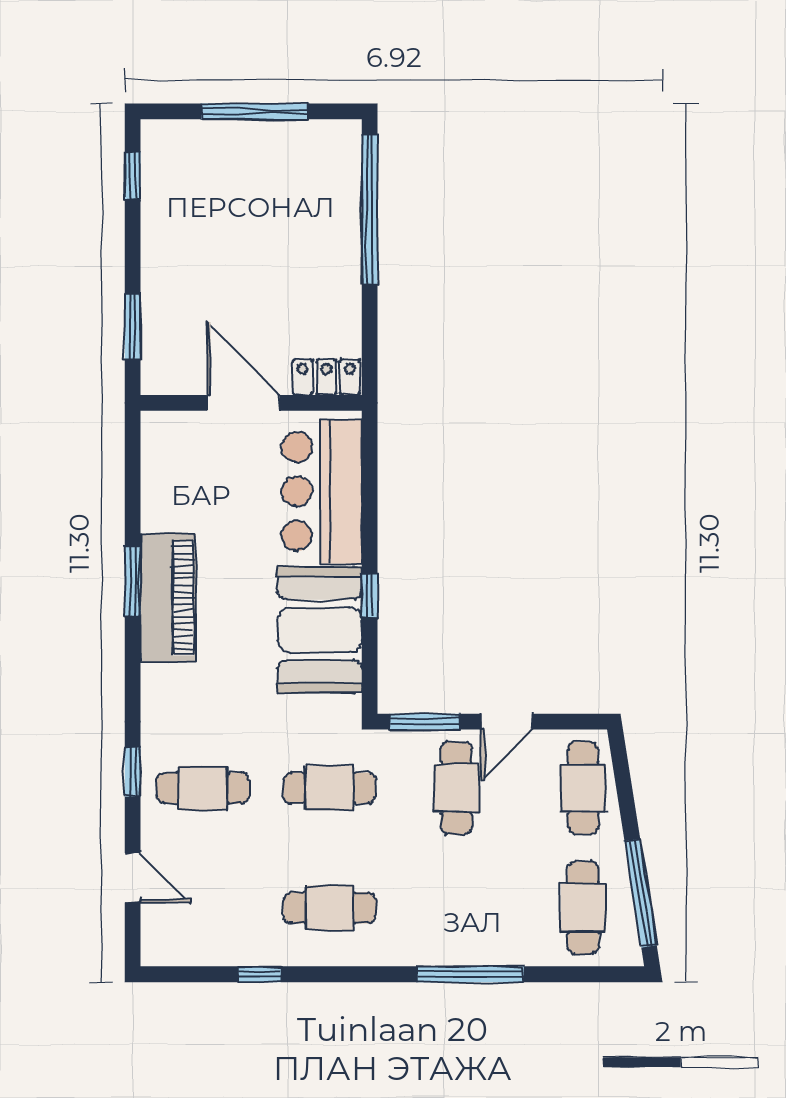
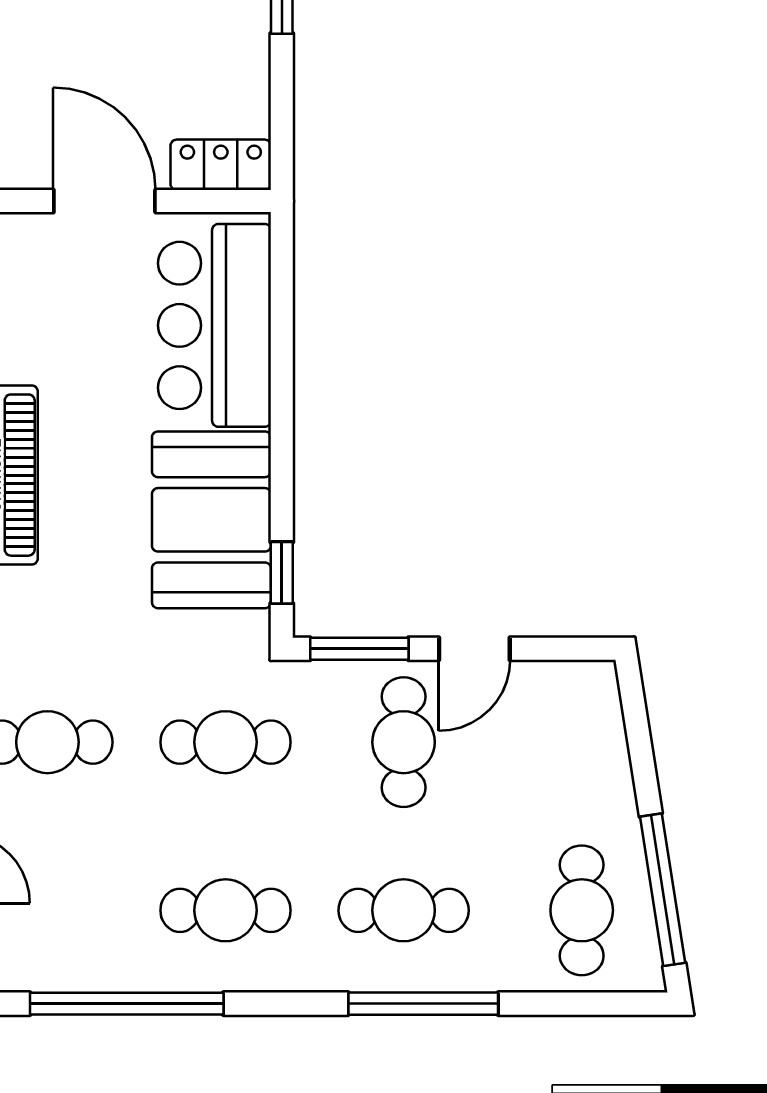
window: (370, 595) -> (282, 573), moved
cafe table: (583, 788) -> (404, 910), moved, turned 90
window: (259, 974) -> (127, 1004), width x3.17

